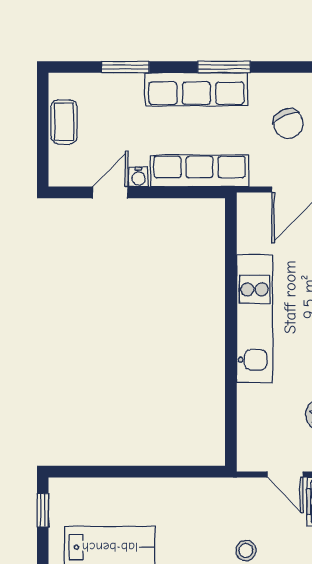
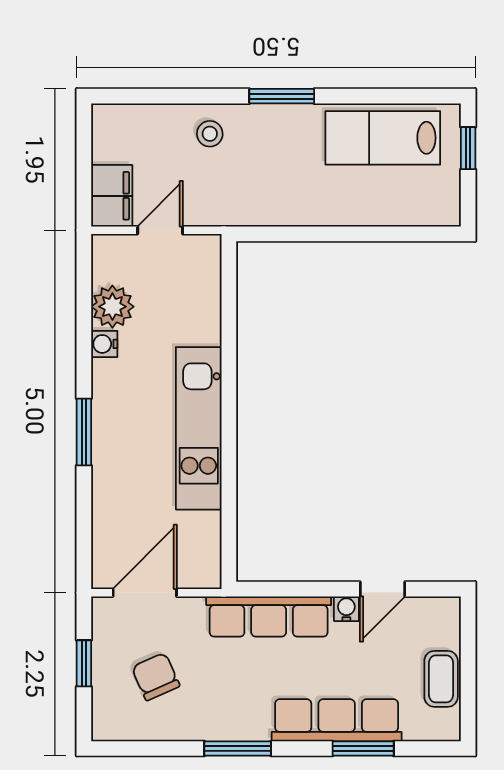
row of seats: (196, 89) -> (337, 720), moved
door: (285, 475) -> (160, 230), hinge flipped
window: (43, 510) -> (468, 148), moved

